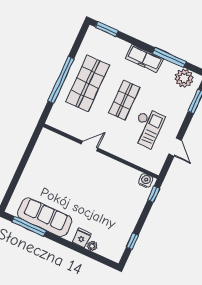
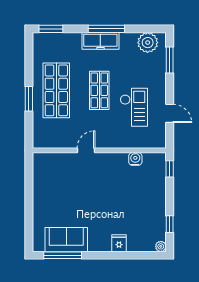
window: (169, 57) -> (106, 29), moved
window: (61, 80) -> (29, 99), width x0.47
water cooler: (146, 180) -> (135, 159), moved
sofa: (45, 217) -> (66, 240), width x0.73
plant: (92, 246) -> (161, 246), moved

